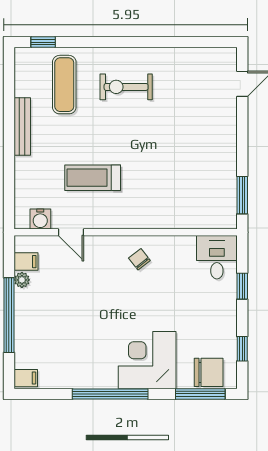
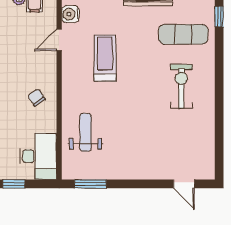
weight bench: (181, 201) -> (85, 132), added
desk: (217, 257) -> (38, 156), width x1.37
chair: (139, 259) -> (36, 97), turned -86

